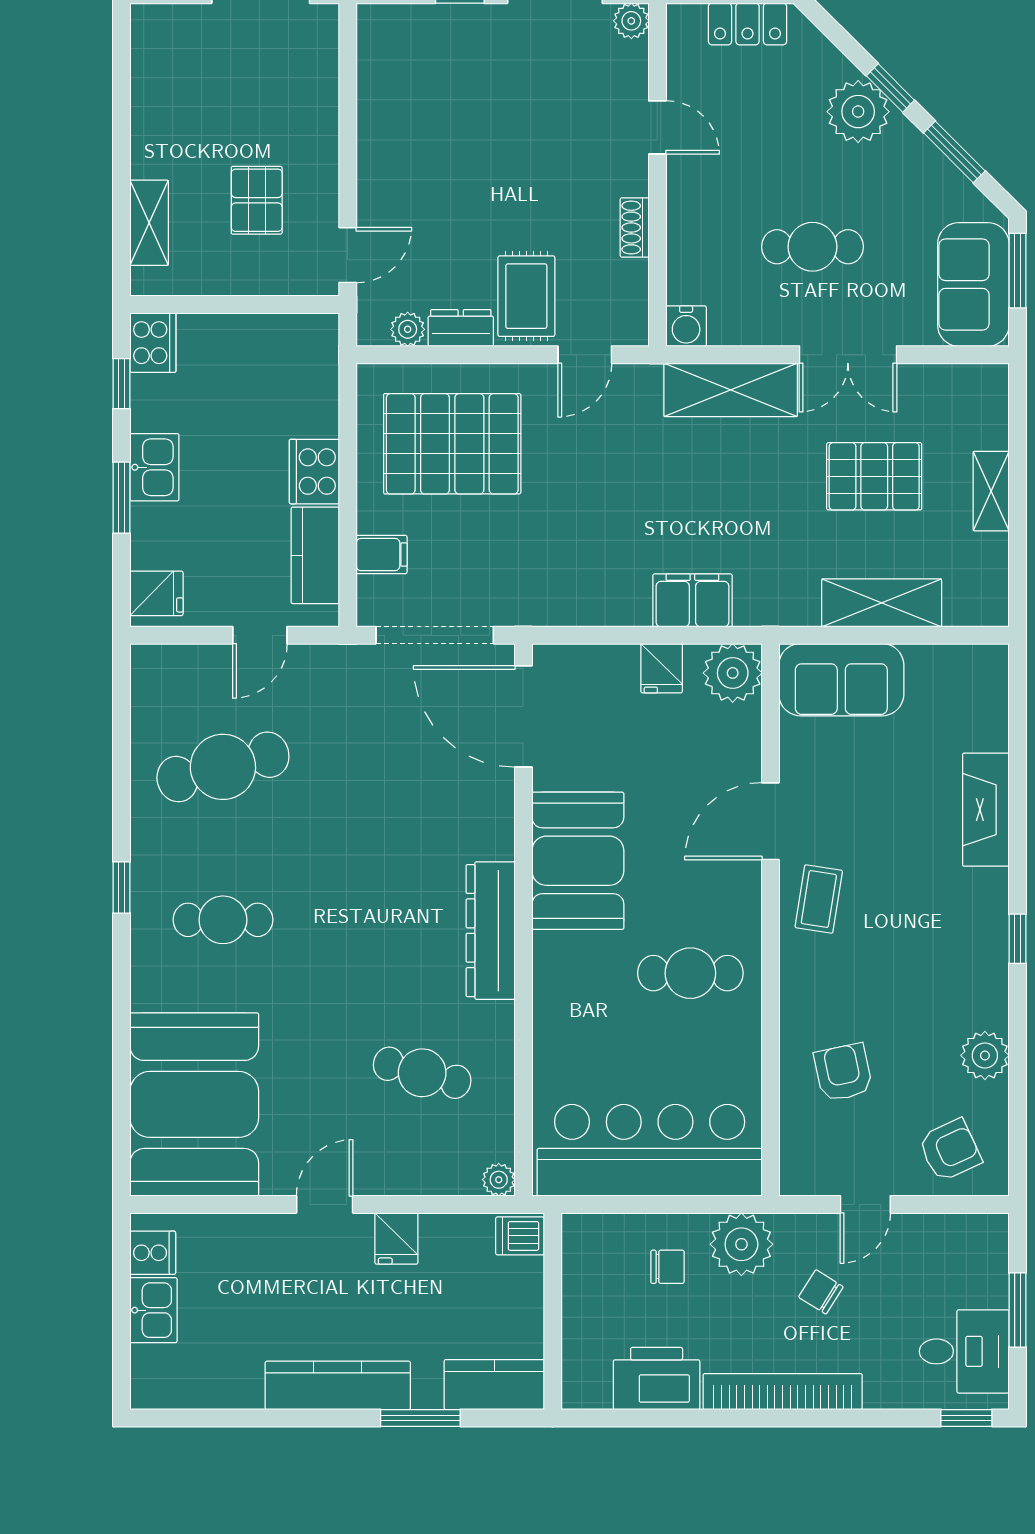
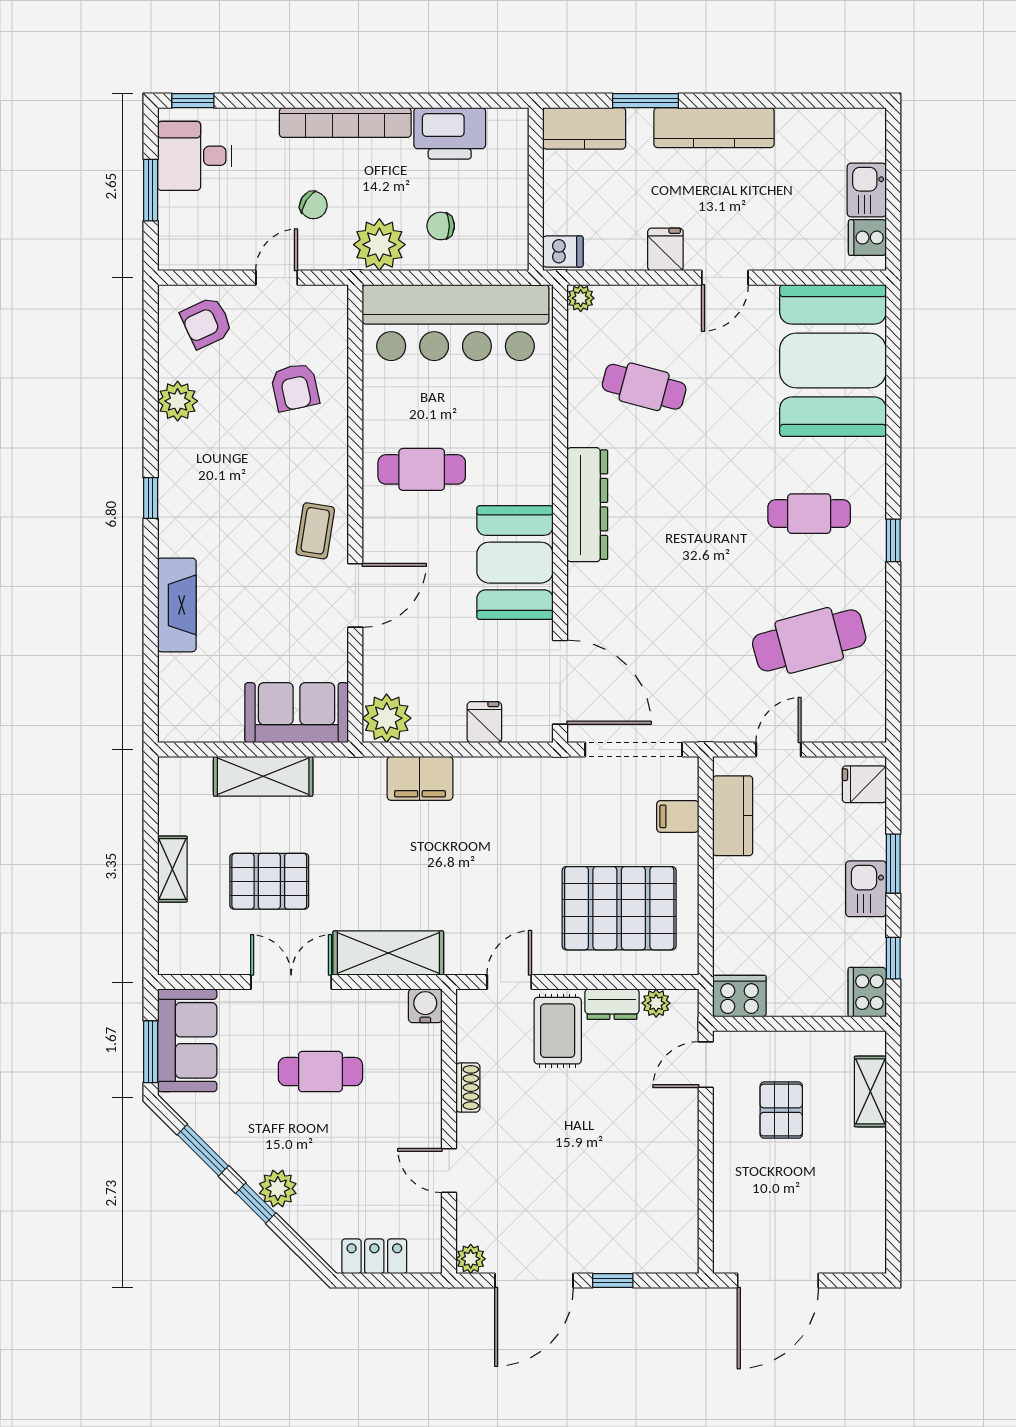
plant: (858, 112) -> (278, 1189), width x0.73, depth x0.73
cooker: (314, 472) -> (739, 996), moved, turned -90
fridge: (662, 668) -> (484, 722), moved

